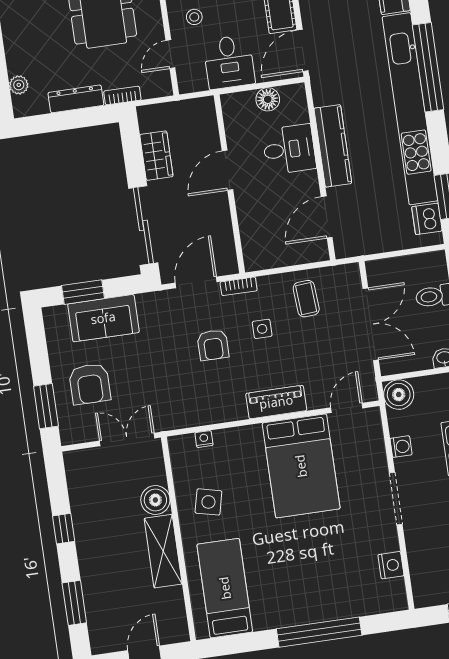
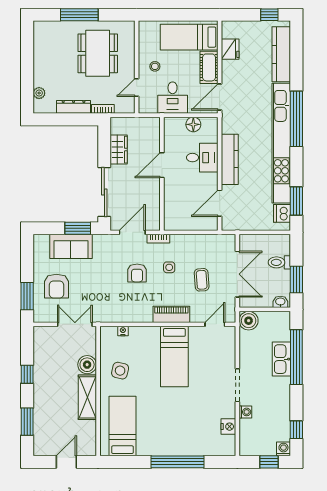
window: (83, 292) -> (78, 228), moved
coffee table: (306, 299) -> (202, 280), moved
washing machine: (401, 447) -> (245, 412), moved
bed: (301, 466) -> (174, 356), width x0.67

